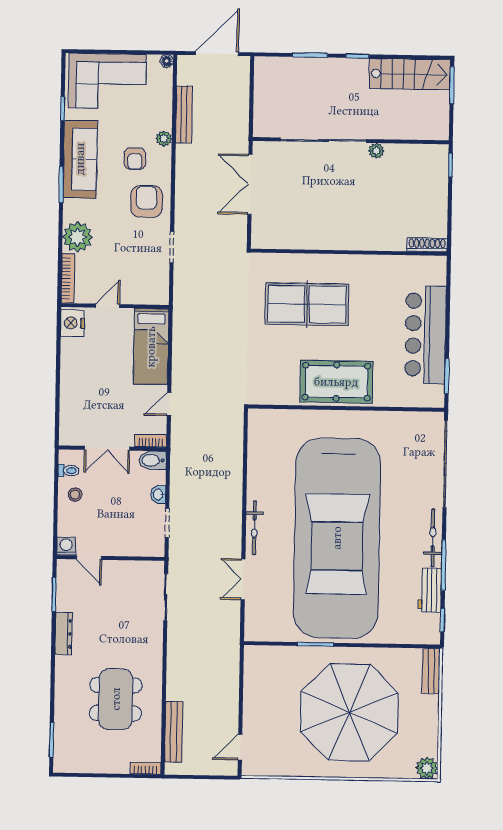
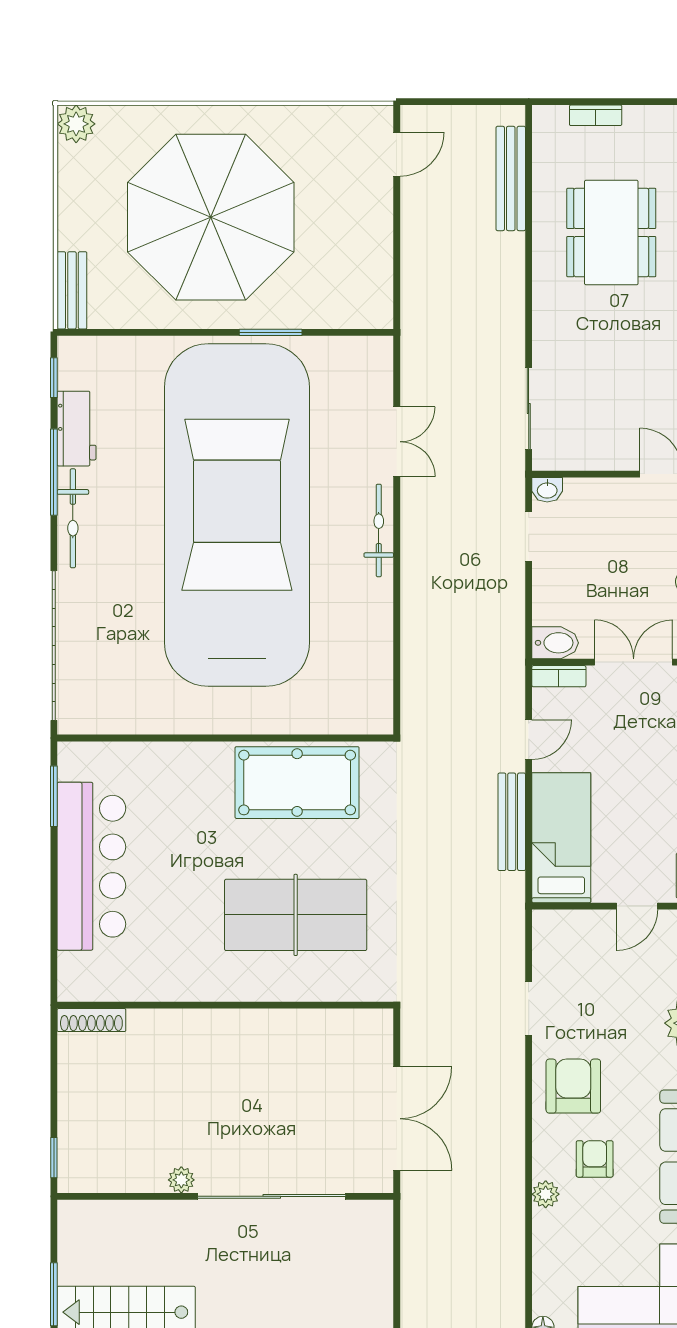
bench: (184, 114) -> (512, 822), moved
armchair: (147, 201) -> (573, 1086), turned 180
pool table: (336, 382) -> (297, 783), moved
washbasin: (158, 494) -> (547, 490), moved, turned 90
bookcase: (146, 768) -> (596, 115), moved

